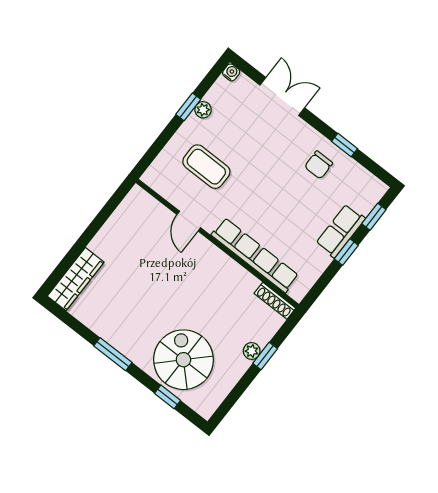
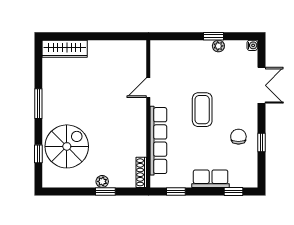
chair: (319, 165) -> (238, 137), turned 90
coffee table: (206, 167) -> (202, 110), moved
window: (346, 252) -> (176, 191), moved

